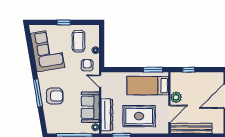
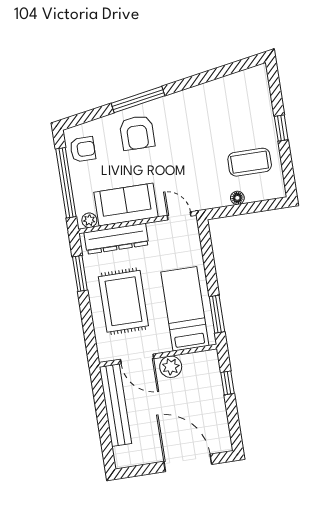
corner sofa: (48, 50) -> (223, 105), removed
armchair: (87, 65) -> (83, 149), moved
door: (100, 81) -> (179, 216), hinge flipped

